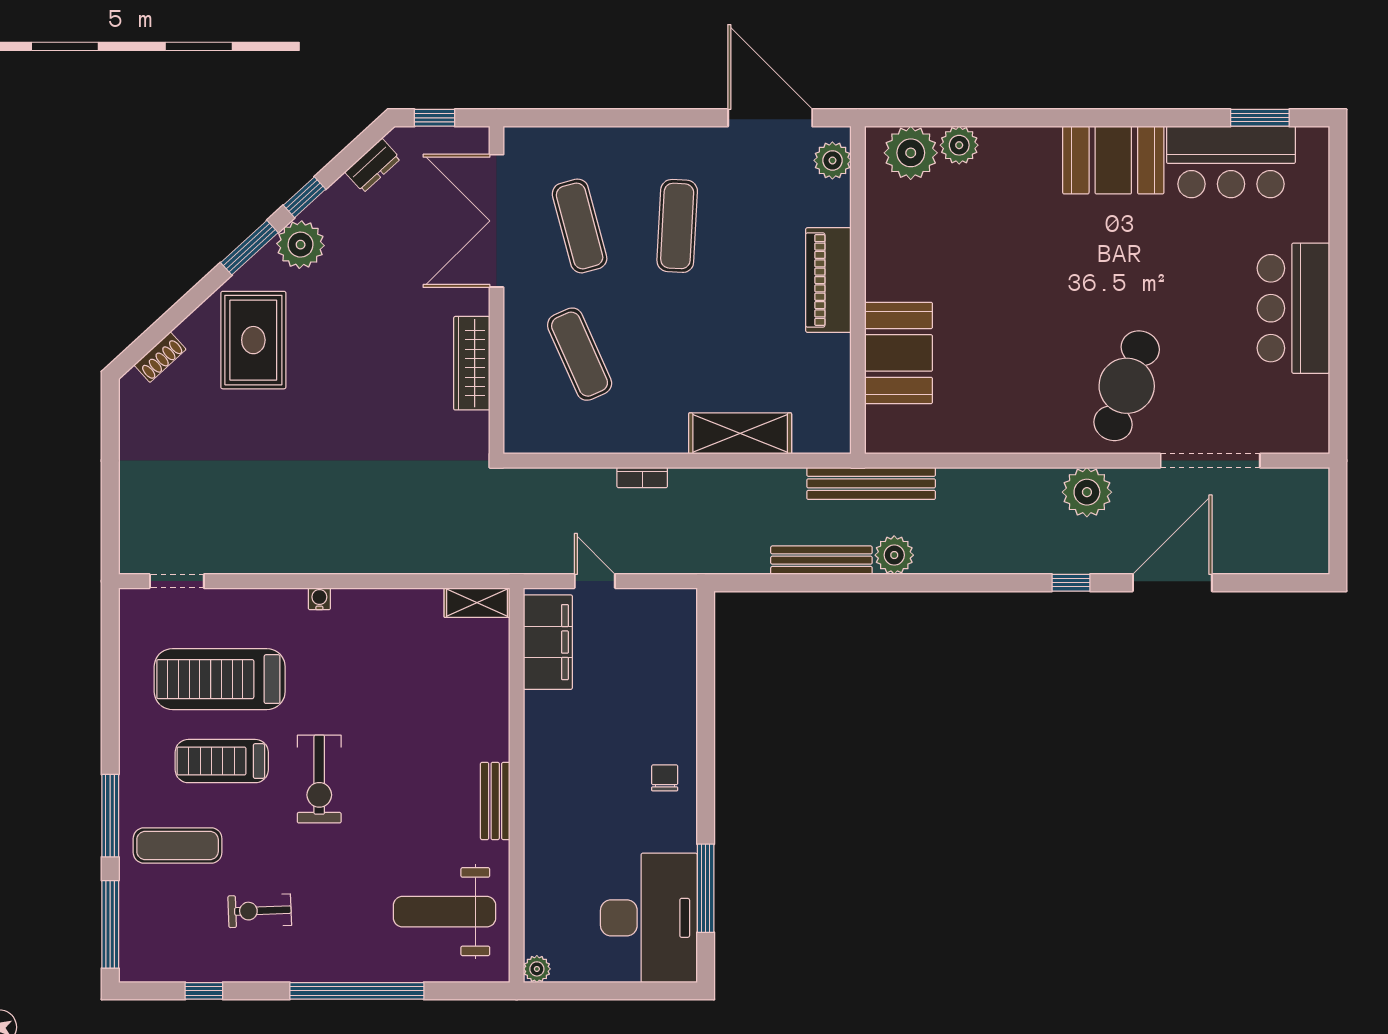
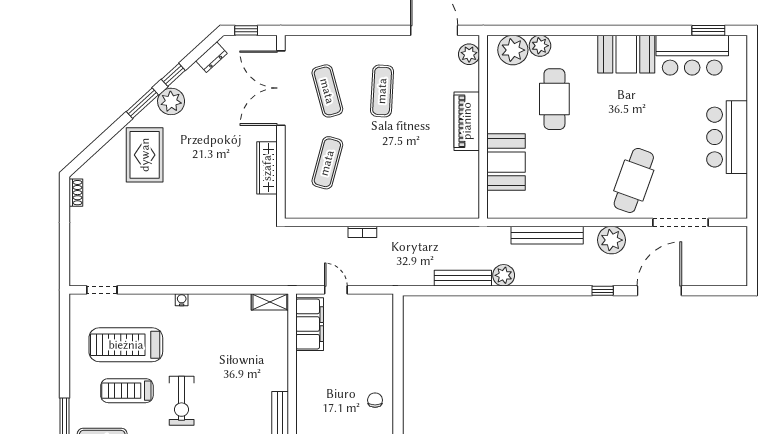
cafe table: (985, 240) -> (554, 99), added
exercise mat: (580, 354) -> (327, 163), turned 39
shoe rack: (160, 357) -> (76, 193), moved, turned -47
shelving: (740, 433) -> (417, 207), removed
bench: (871, 483) -> (547, 235), moved

